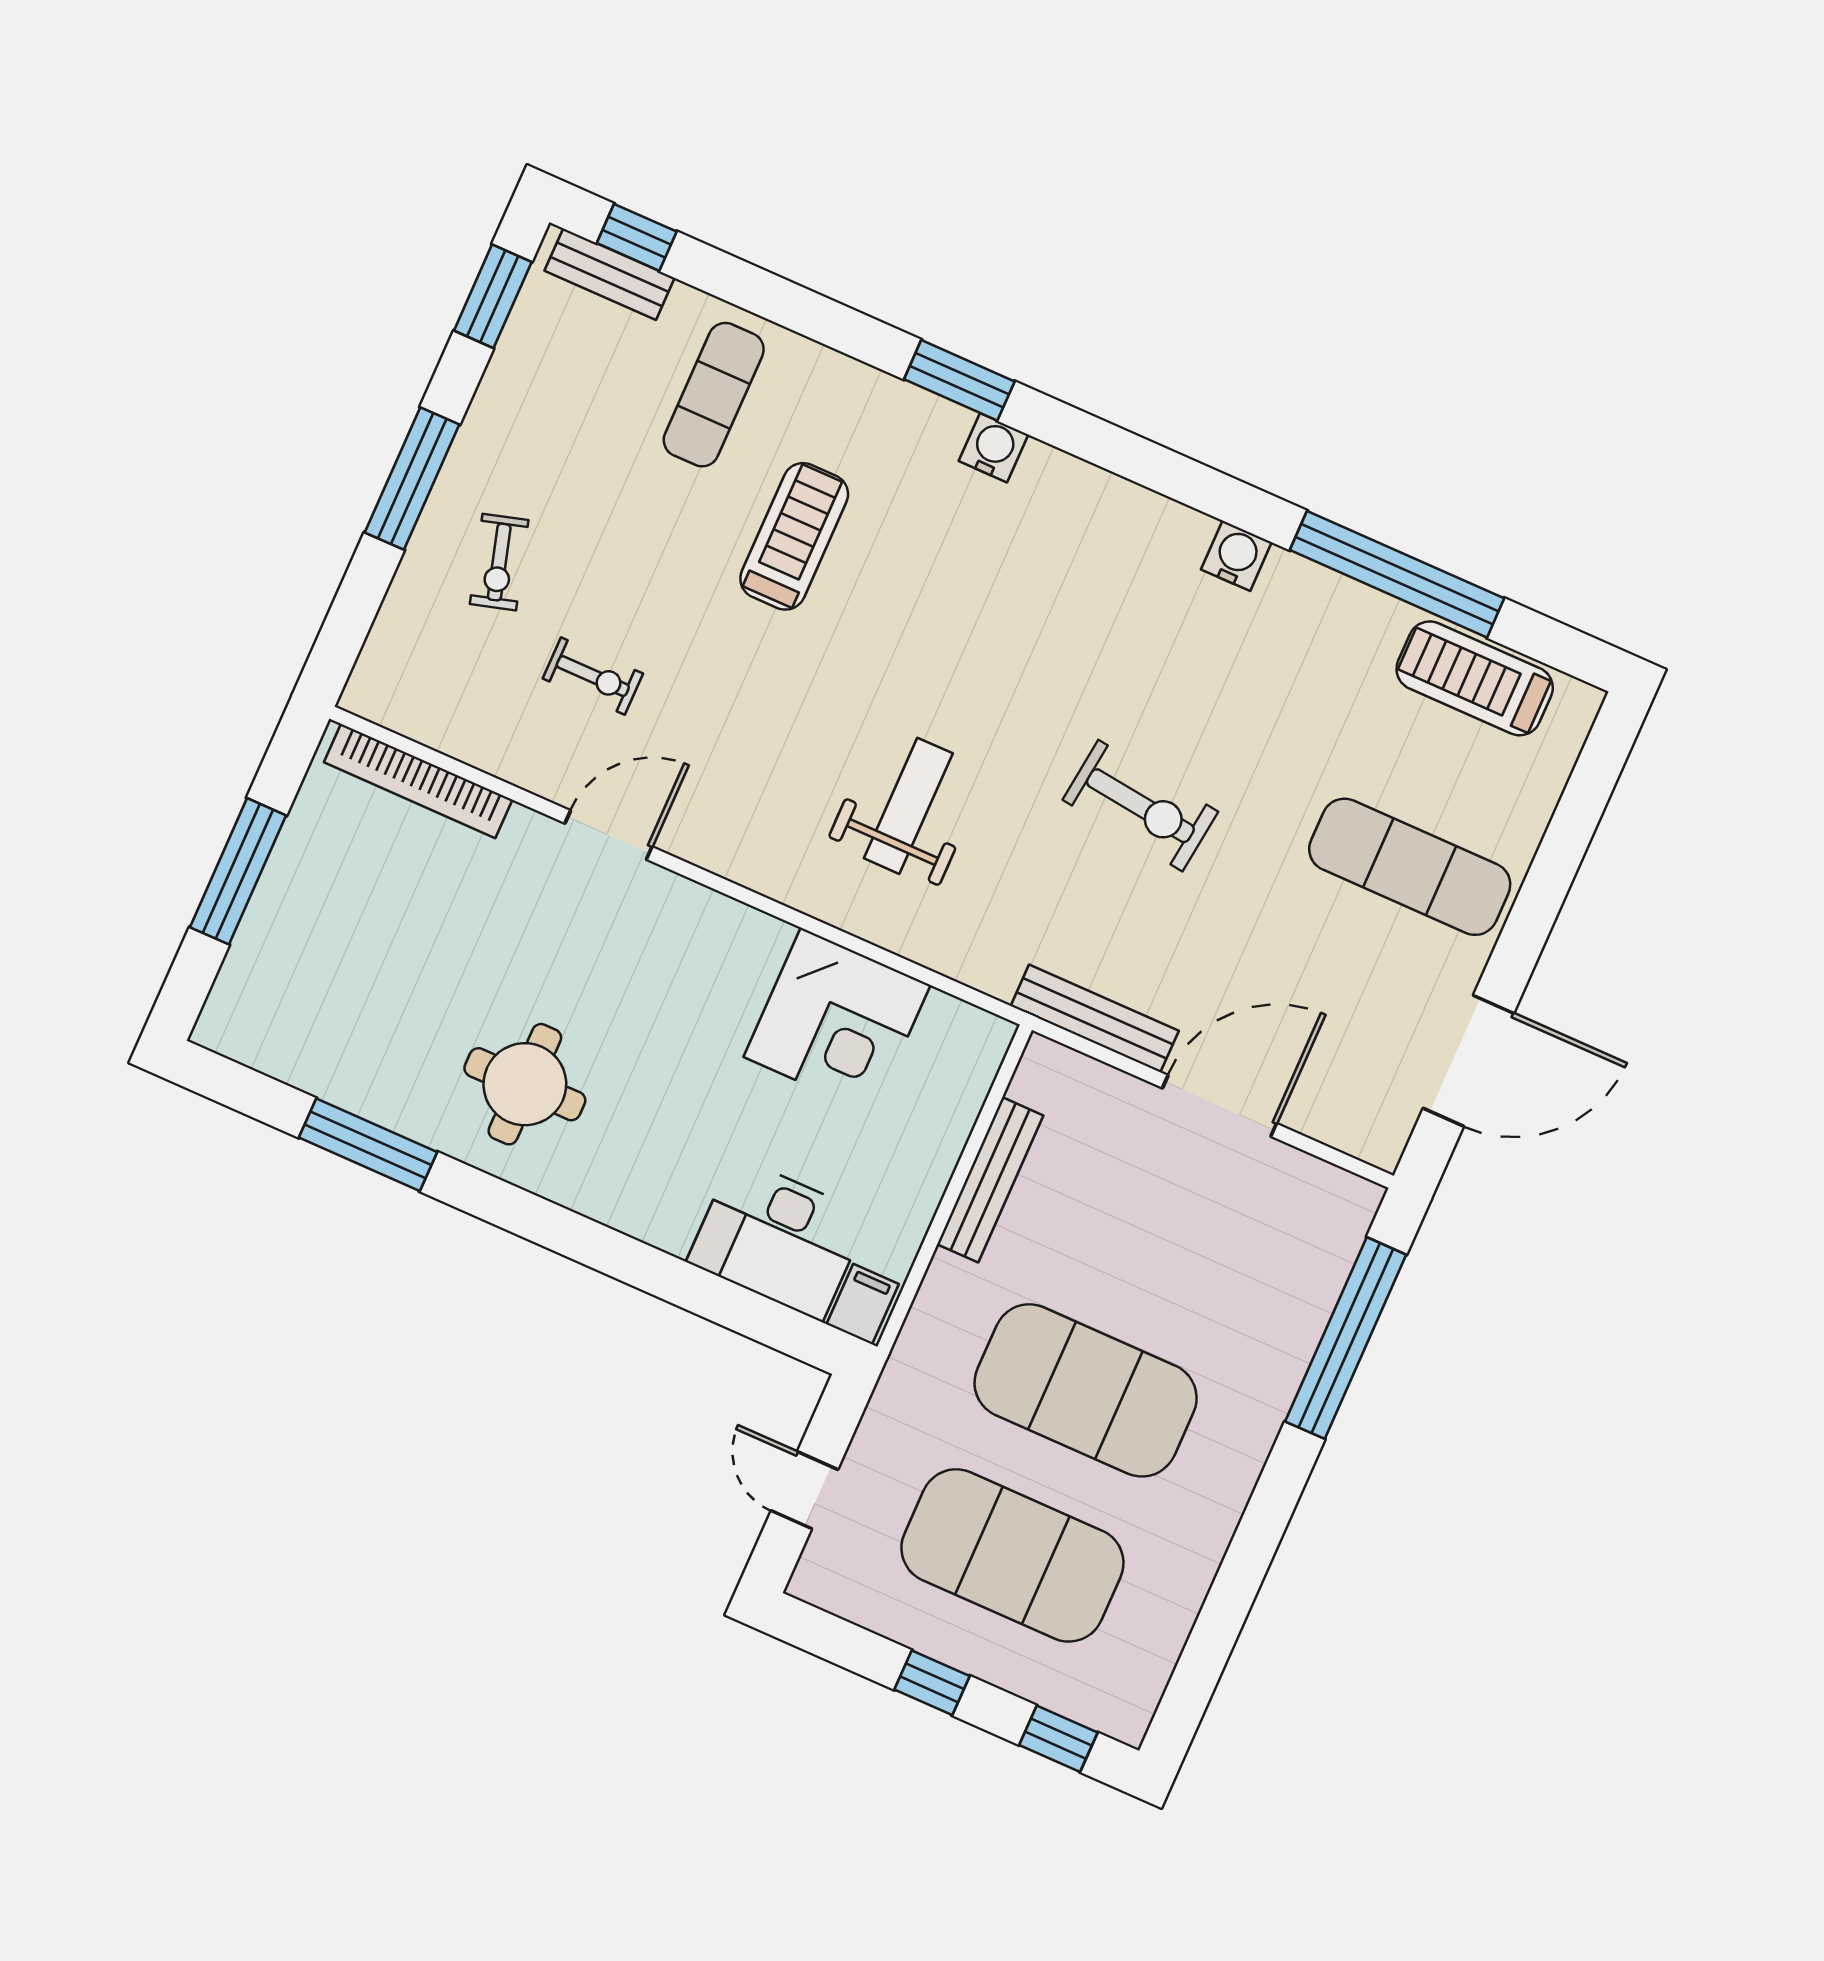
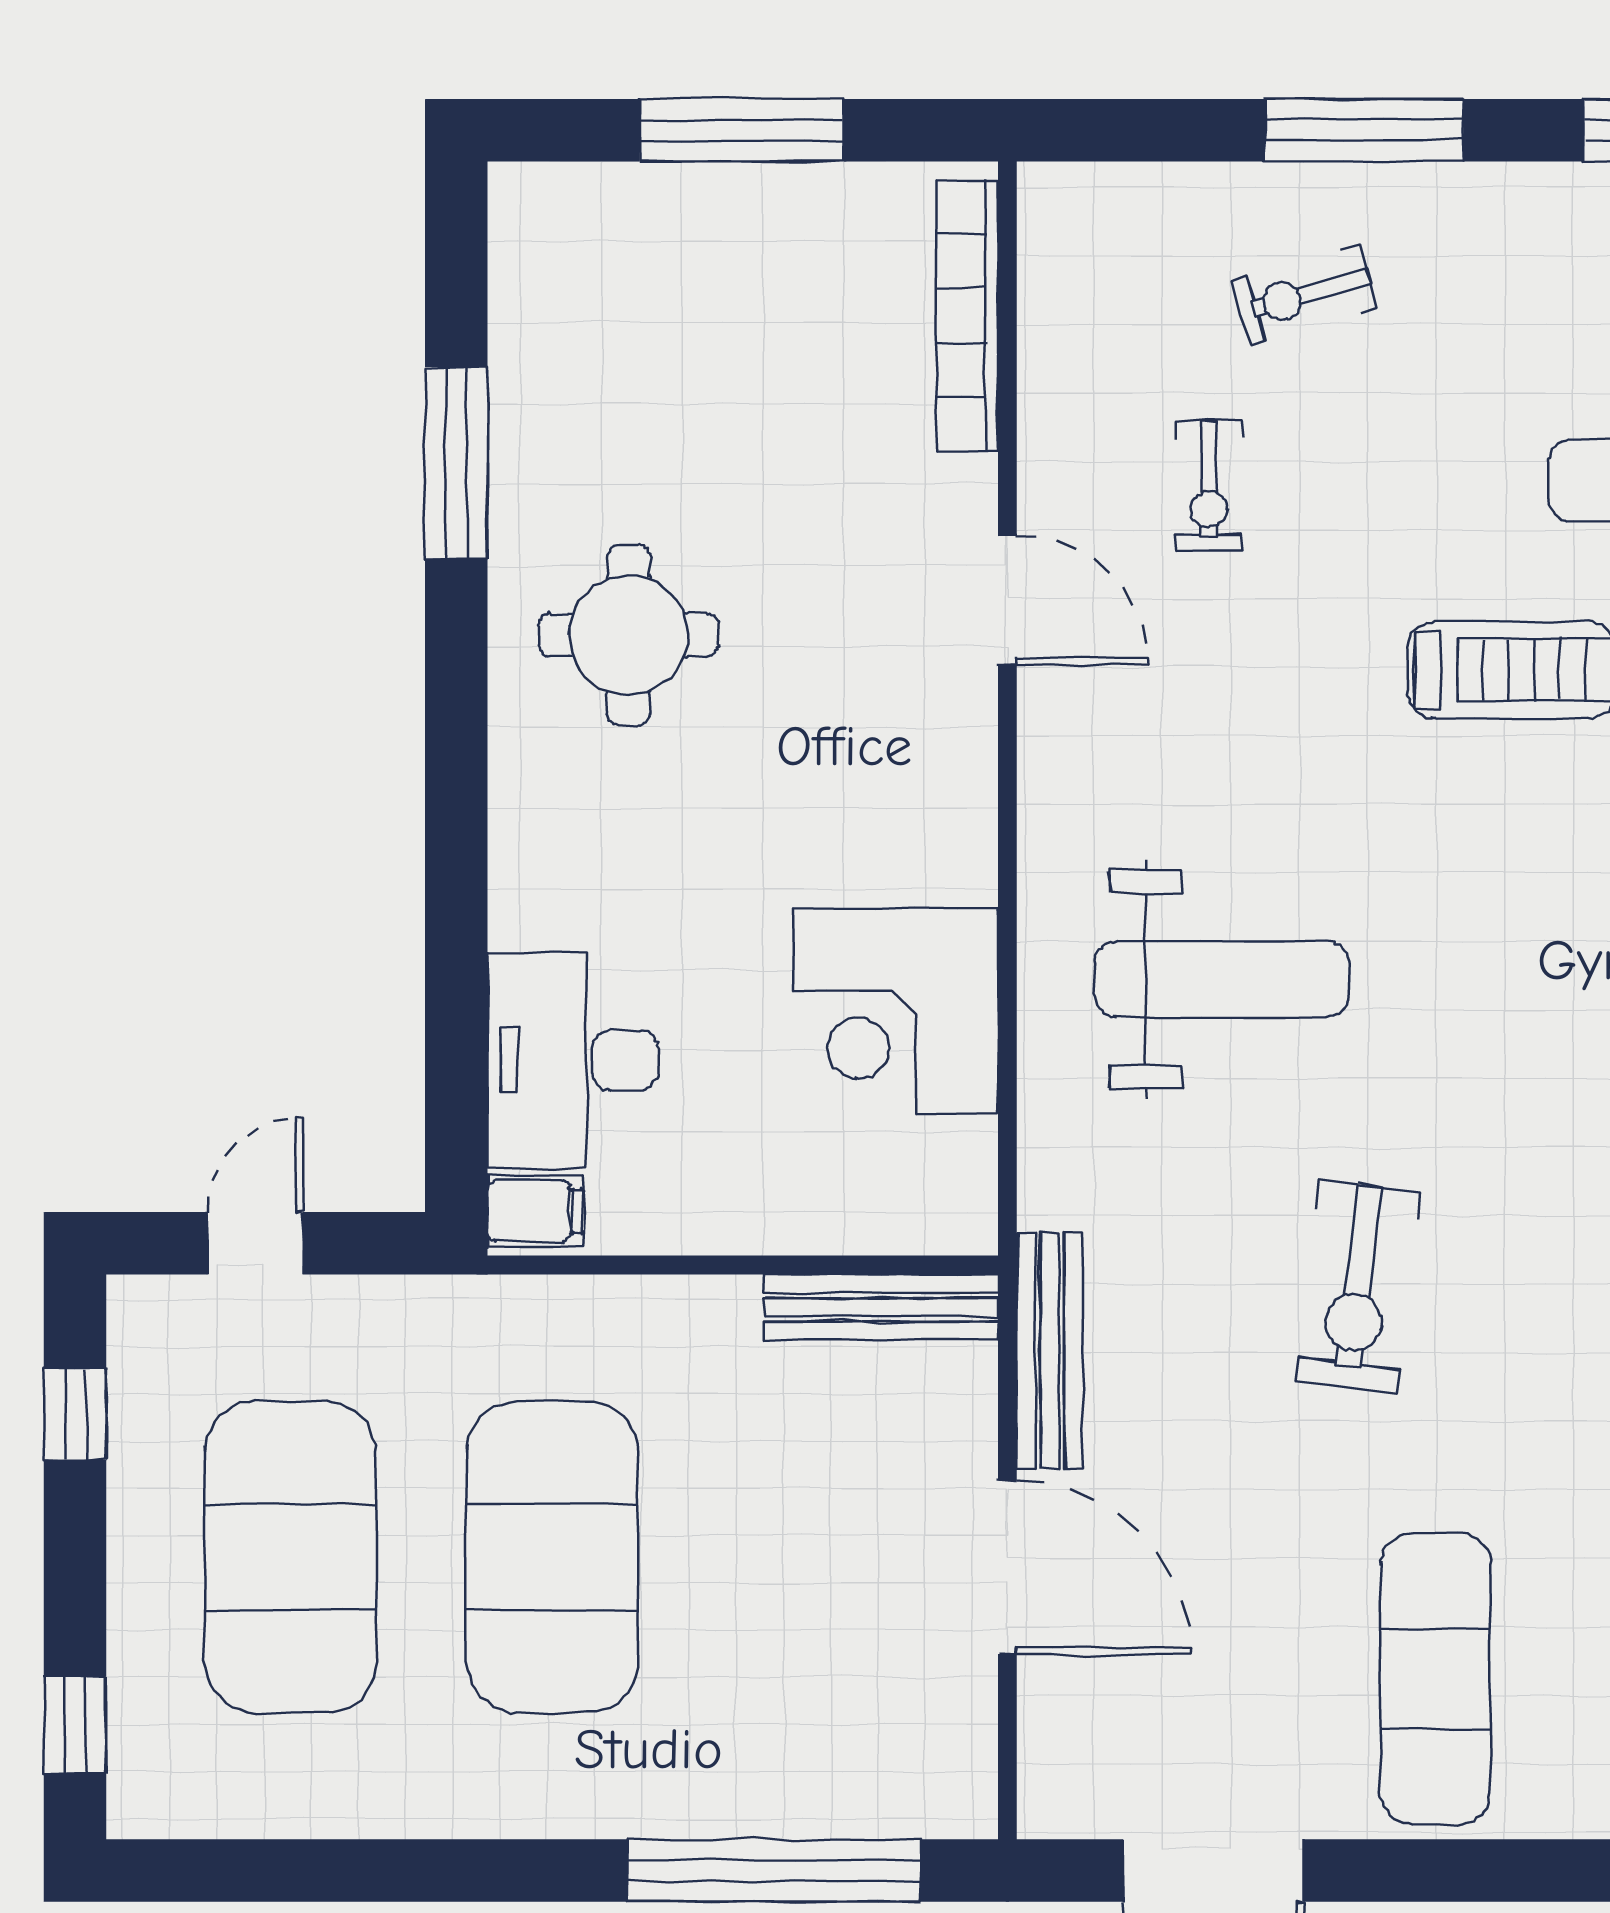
weight bench: (908, 806) -> (1222, 979), width x1.36, depth x1.33
bench: (990, 1180) -> (881, 1307), moved
window: (932, 1683) -> (75, 1414), moved

